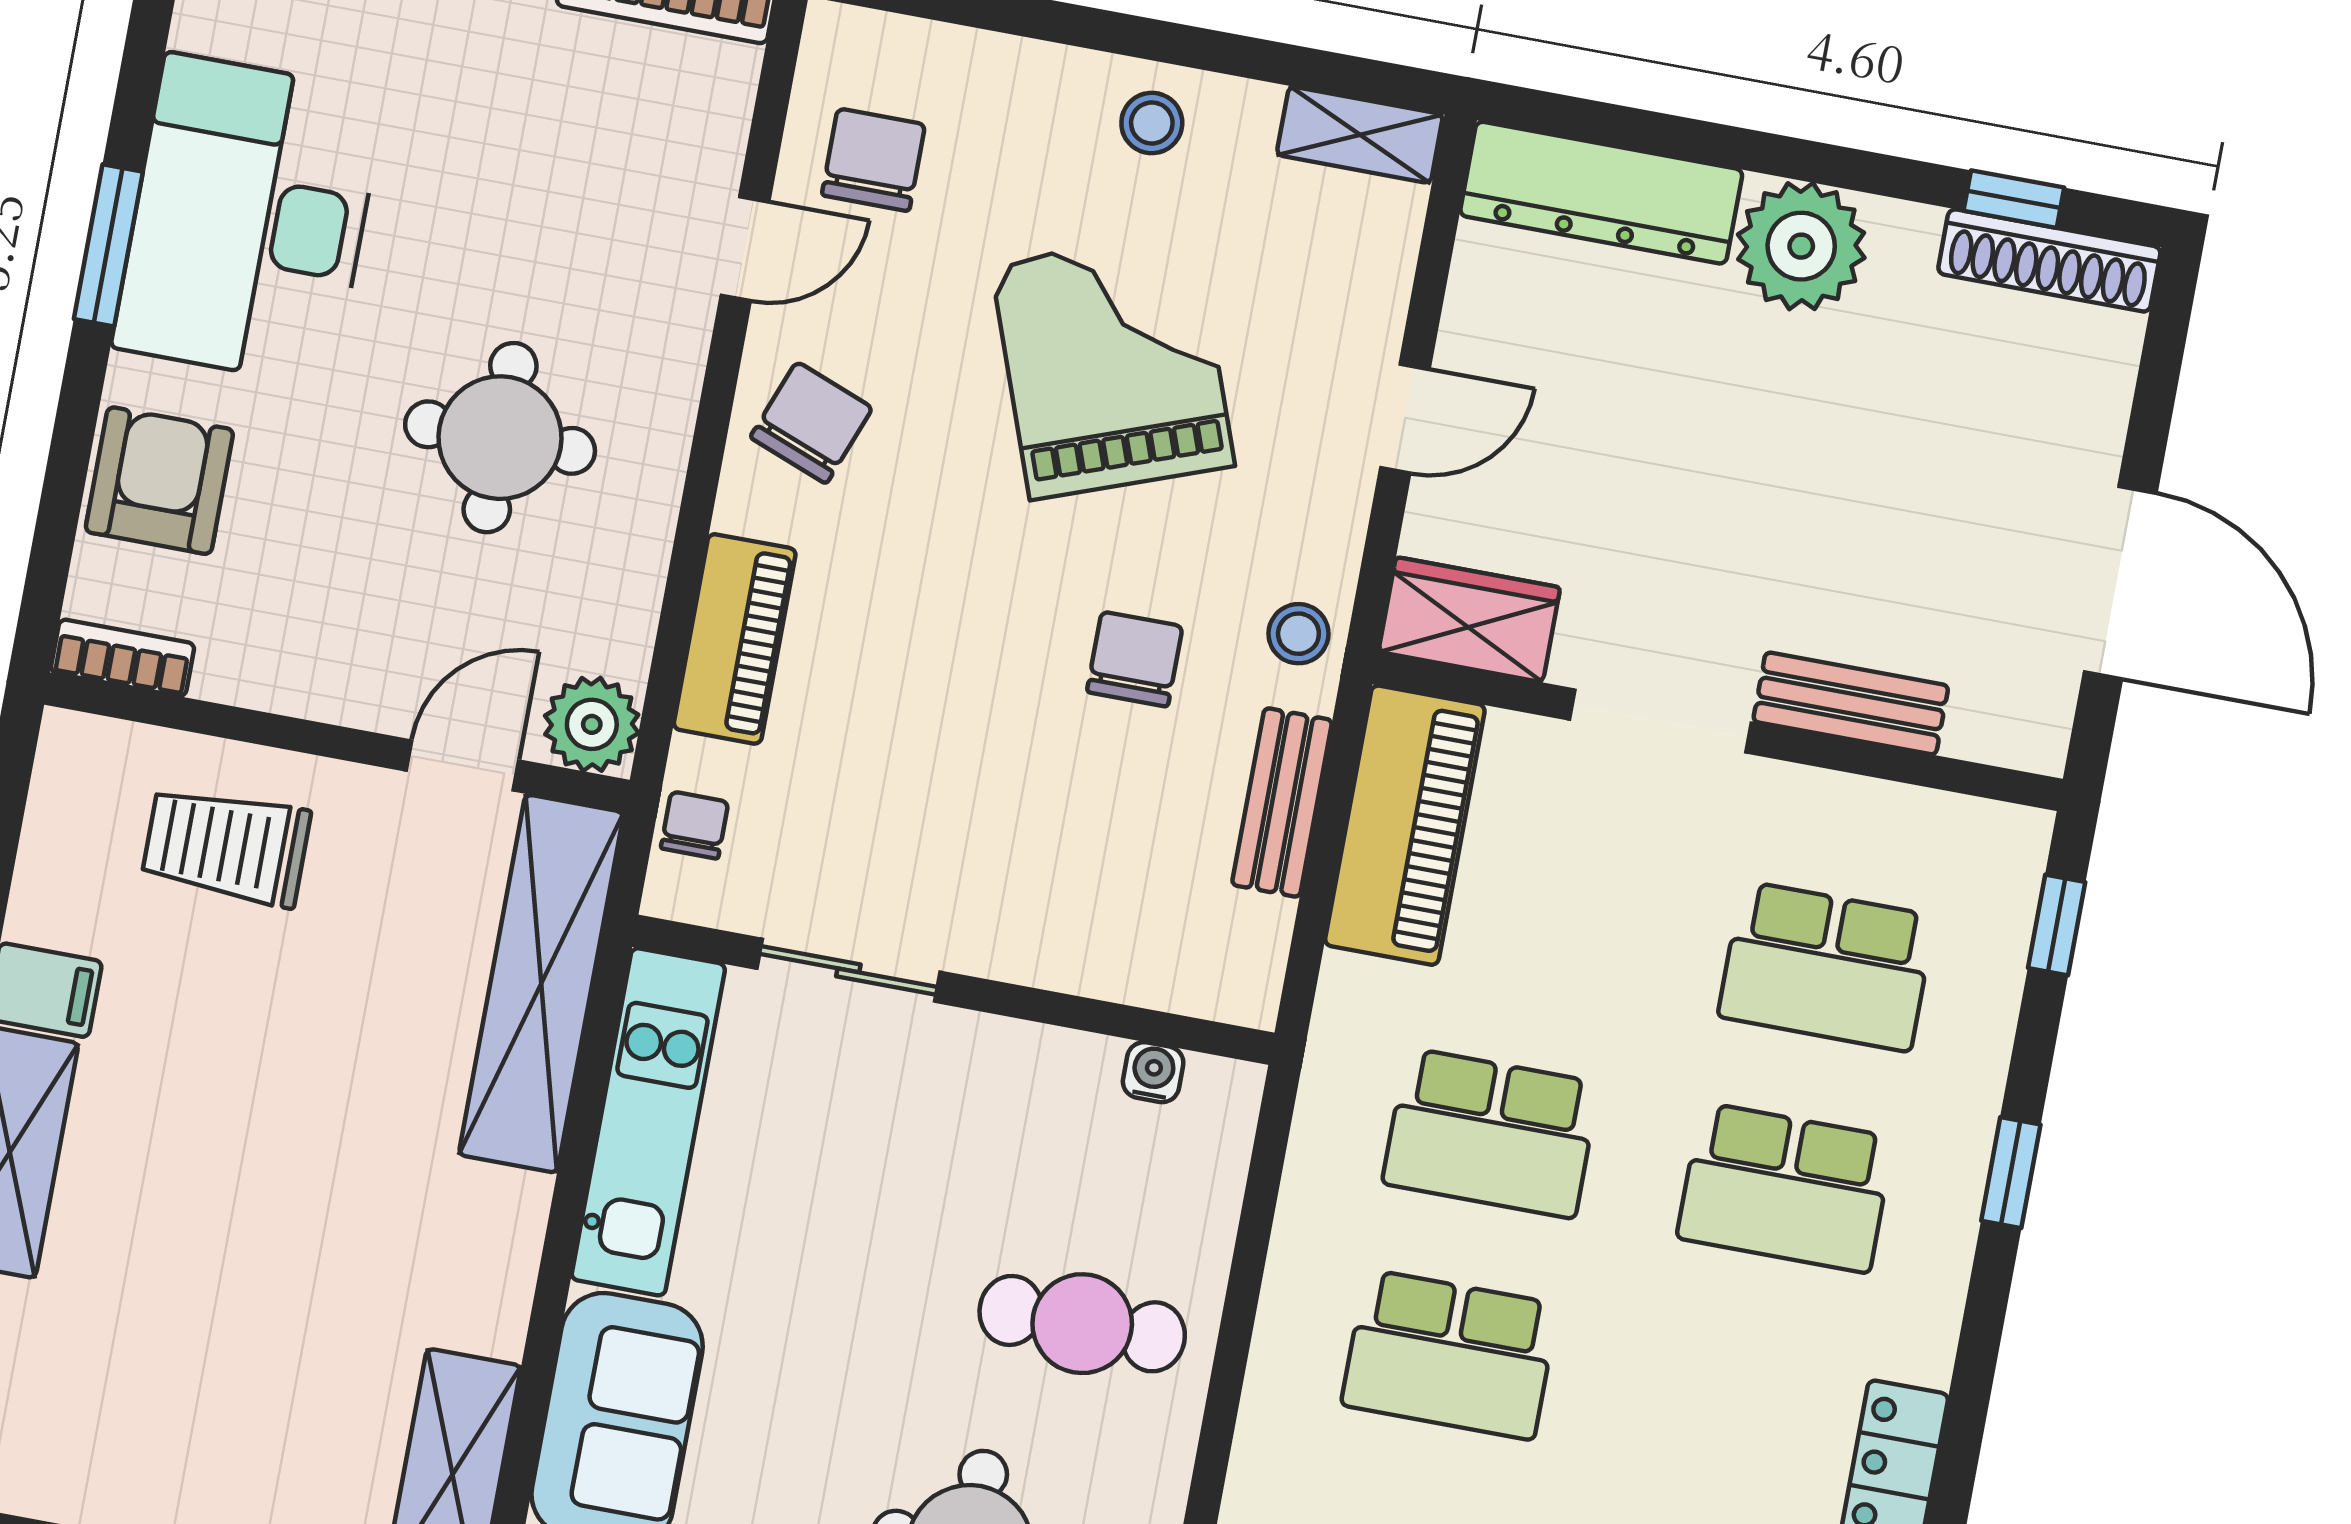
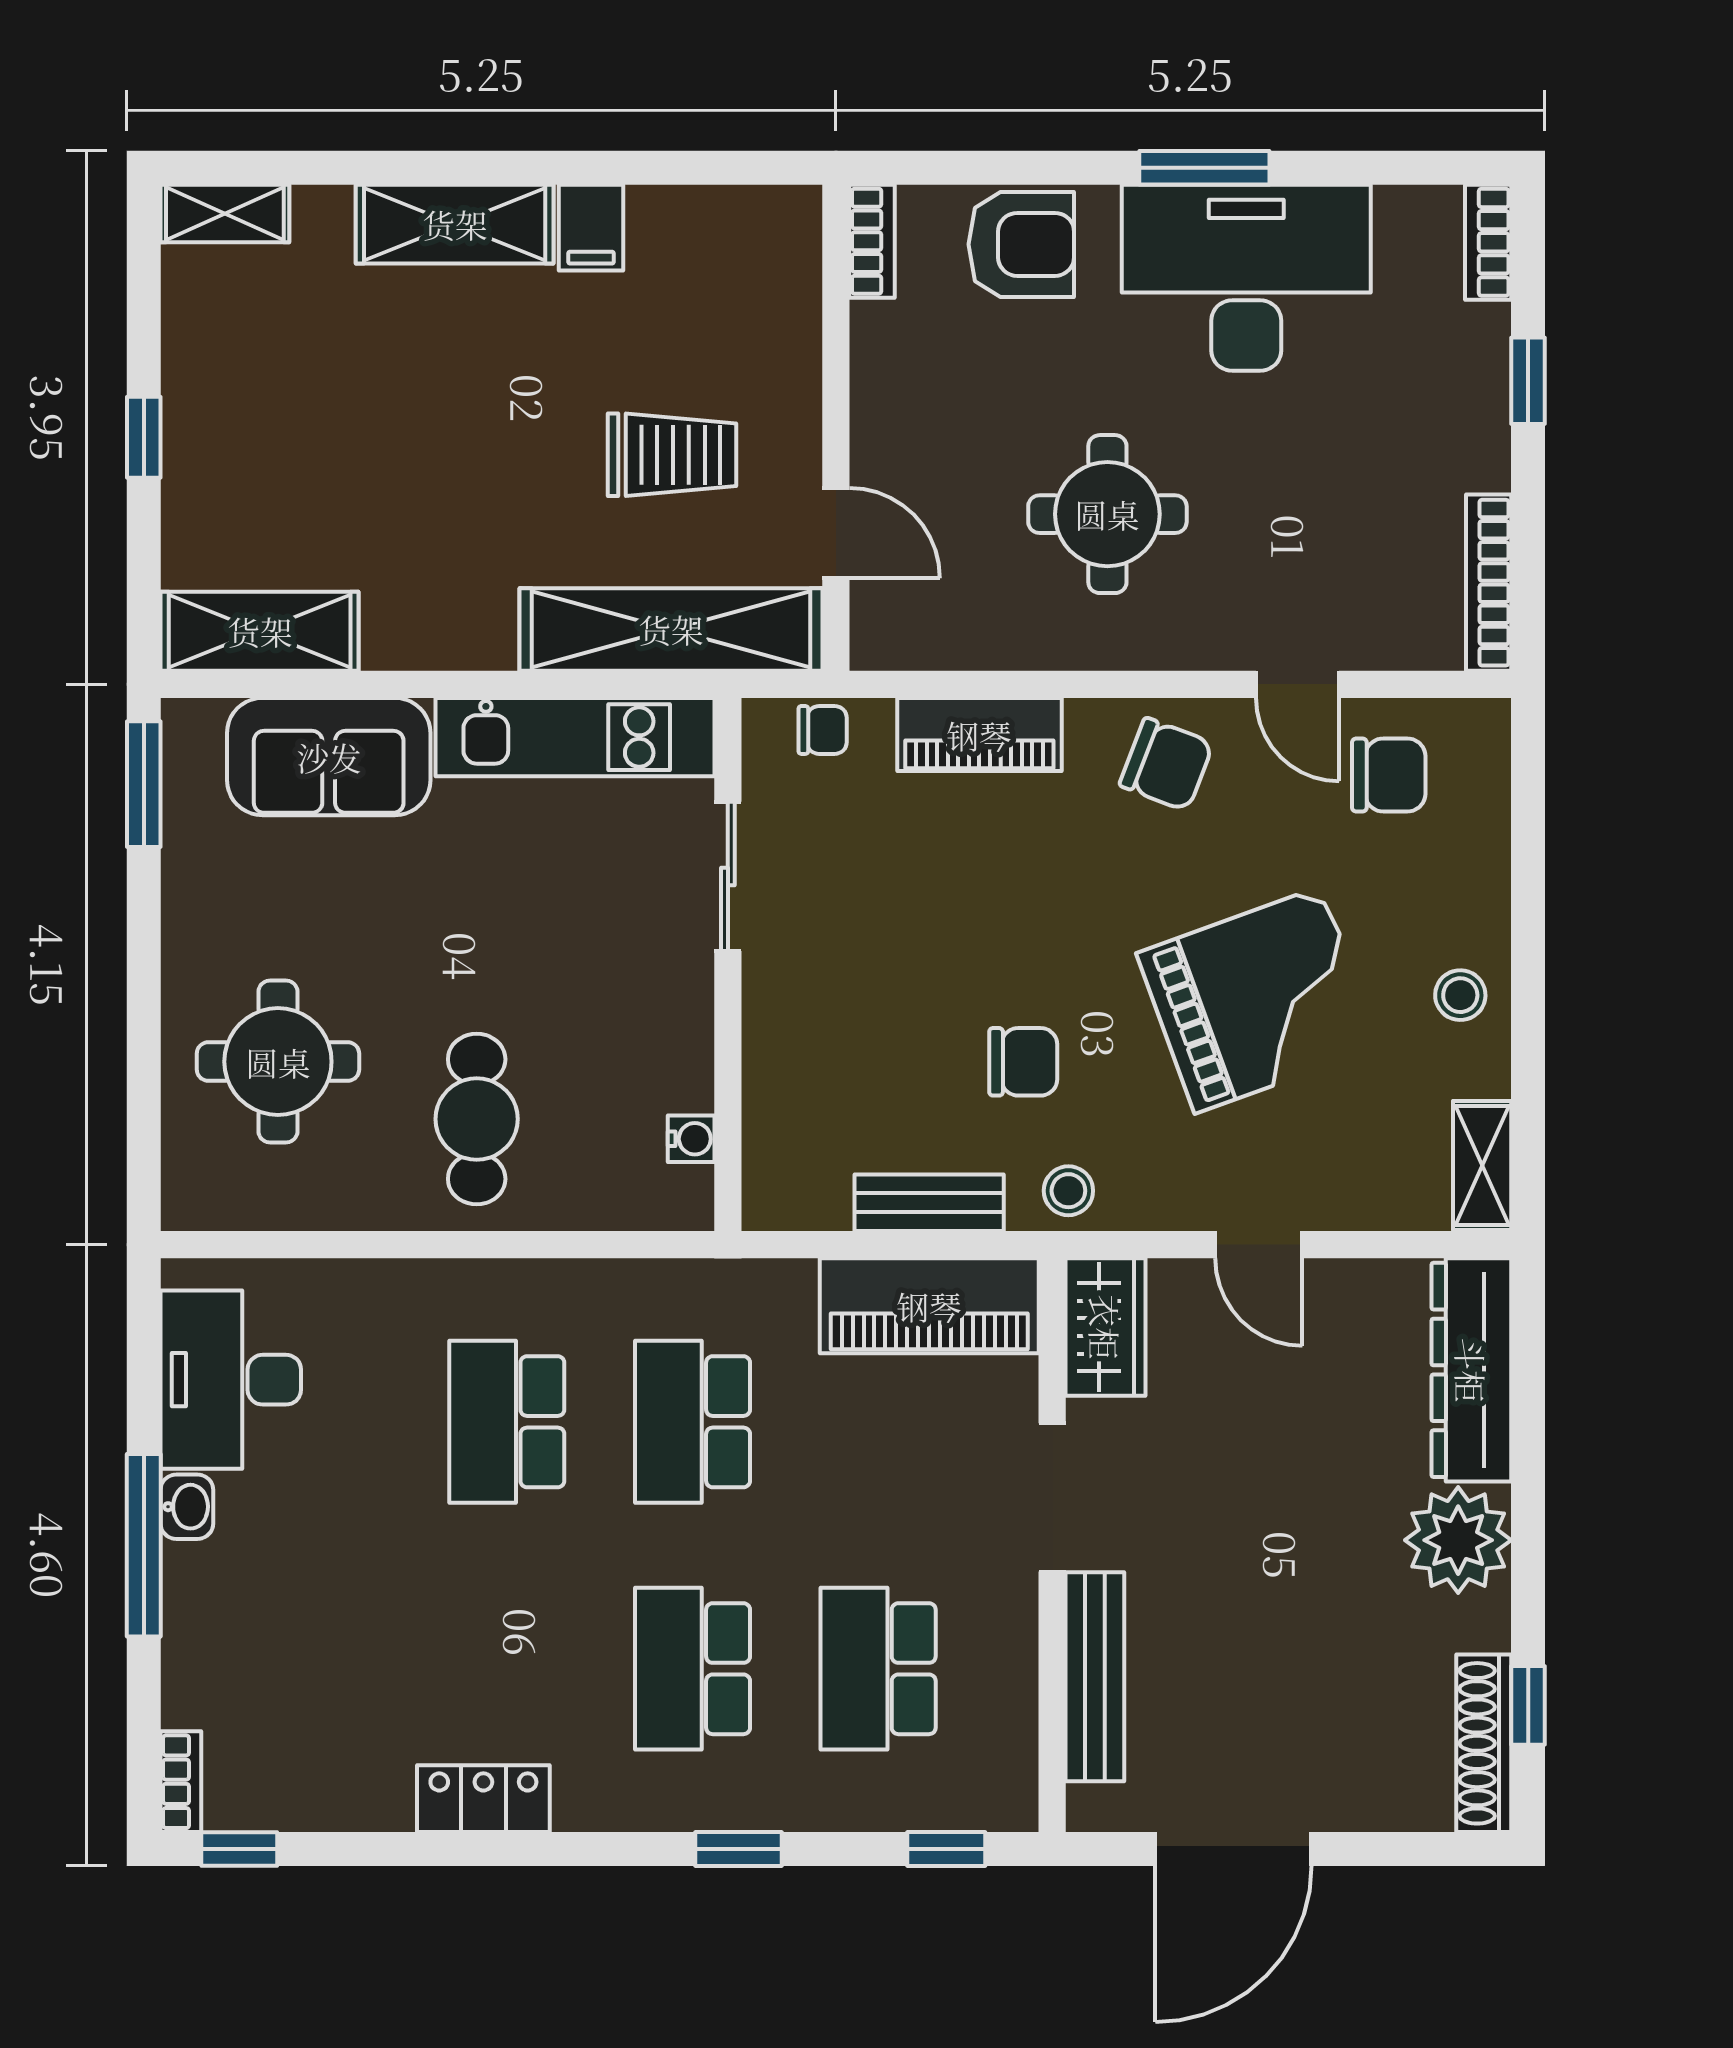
bench: (1851, 703) -> (1095, 1677), width x1.36
plant: (592, 724) -> (889, 632), removed
trolley: (226, 846) -> (672, 455), moved, turned 90

